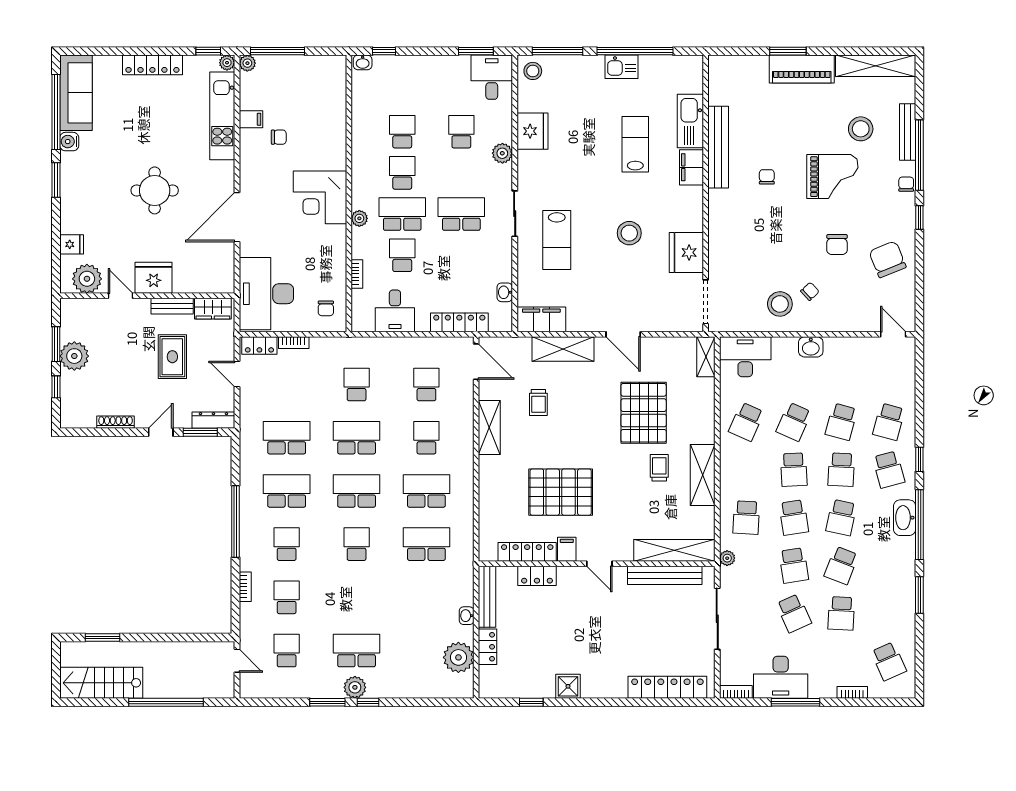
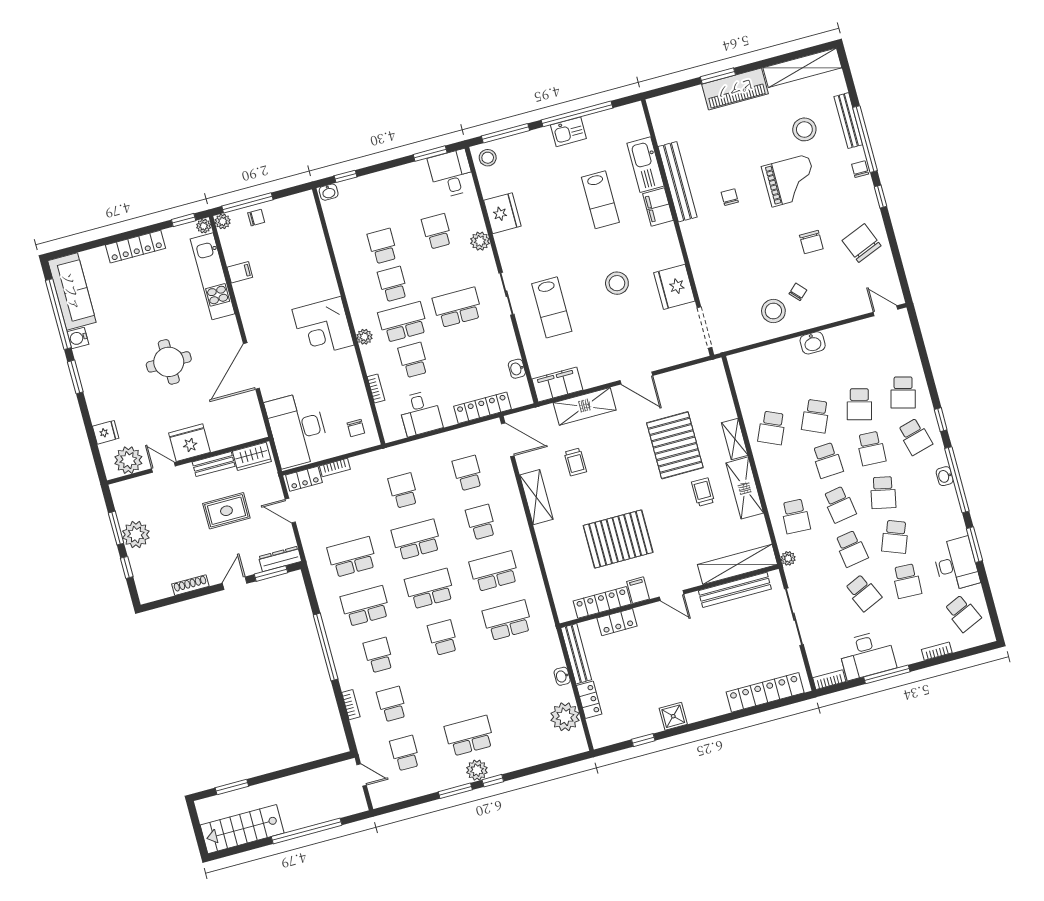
chair: (279, 137) -> (256, 218), moved
lab bench: (635, 144) -> (600, 200), turned 180
rug: (172, 357) -> (226, 511), turned 90
shelving: (706, 357) -> (735, 439), moved
desk: (745, 357) -> (956, 564), moved, turned 90
washbasin: (905, 518) -> (945, 476), width x0.52, depth x0.69

